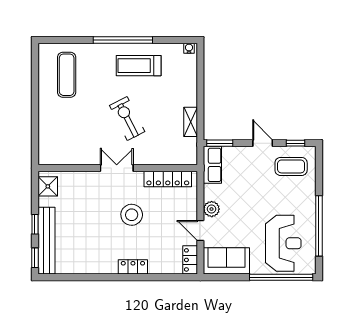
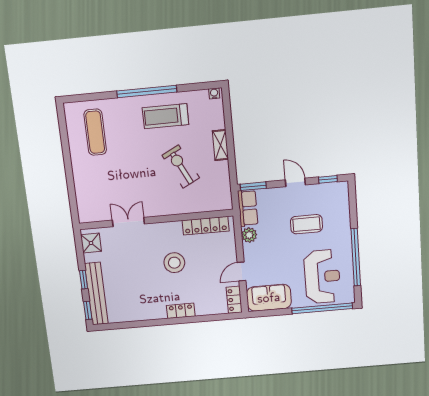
exercise bike: (127, 119) -> (181, 167), moved
shelving: (191, 122) -> (220, 145), moved
coffee table: (291, 166) -> (306, 224), moved
double door: (117, 168) -> (128, 222), moved
plant: (212, 209) -> (249, 235), moved
door: (200, 230) -> (242, 272), hinge flipped

